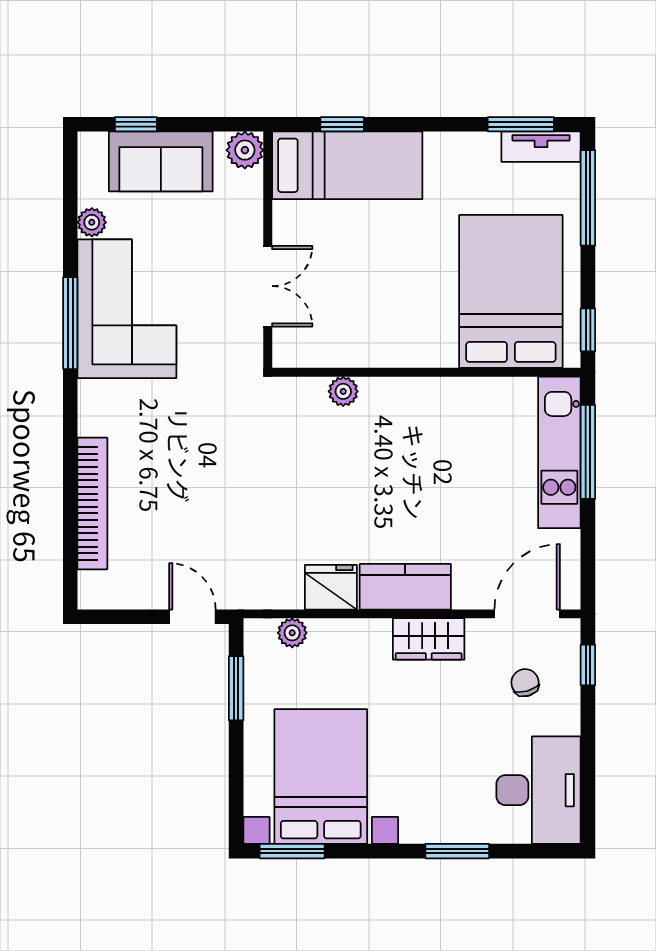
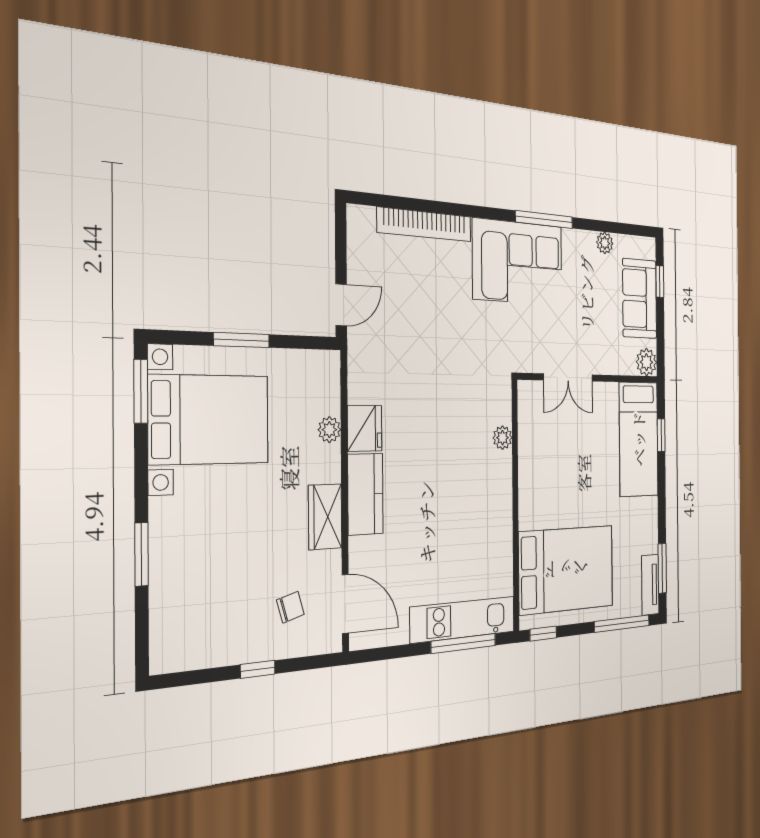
corner sofa: (127, 309) -> (518, 262), moved
plant: (292, 633) -> (329, 430), moved
window: (588, 665) -> (258, 669), moved
window: (236, 688) -> (242, 340), moved
desk: (539, 790) -> (198, 629), removed

